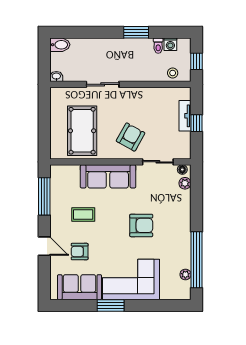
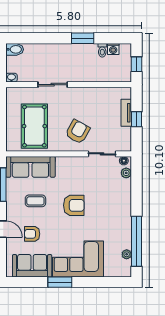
stool: (173, 73) -> (115, 75), removed
sofa: (108, 176) -> (30, 167), moved
armchair: (141, 225) -> (74, 205), moved

